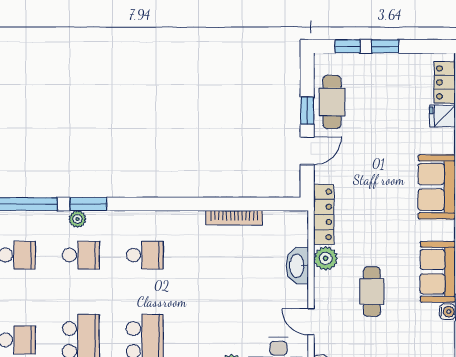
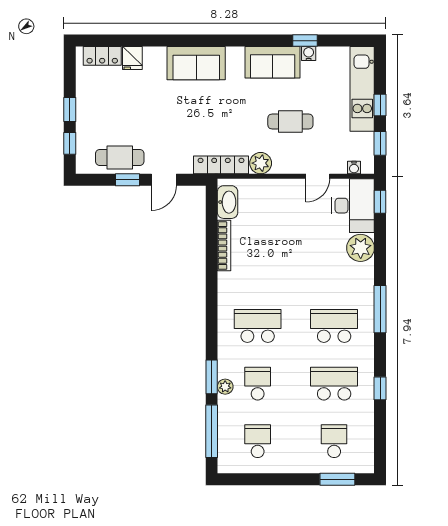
door: (307, 151) -> (164, 180), swing flipped
school desk: (145, 255) -> (258, 326), width x1.85
washbasin: (297, 266) -> (228, 202), moved, turned -90

